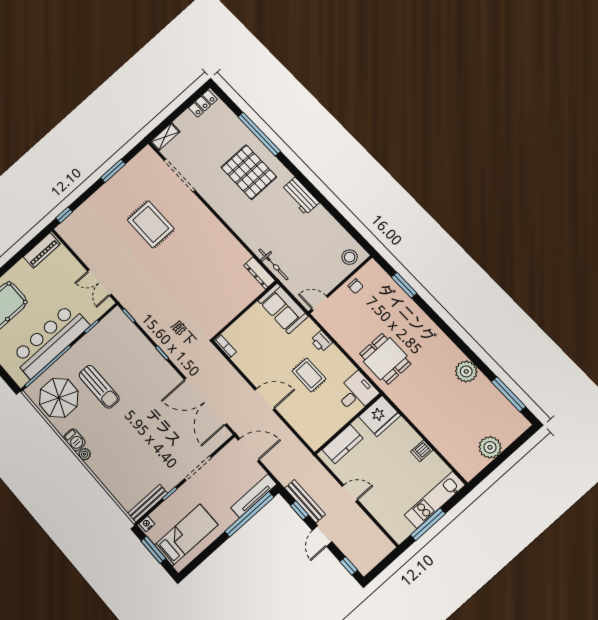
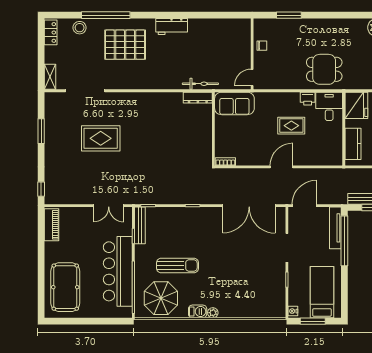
stool: (350, 257) -> (80, 28), moved
printer: (321, 341) -> (308, 99), moved
bench: (148, 503) -> (140, 225), moved

